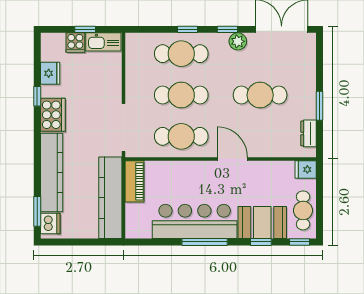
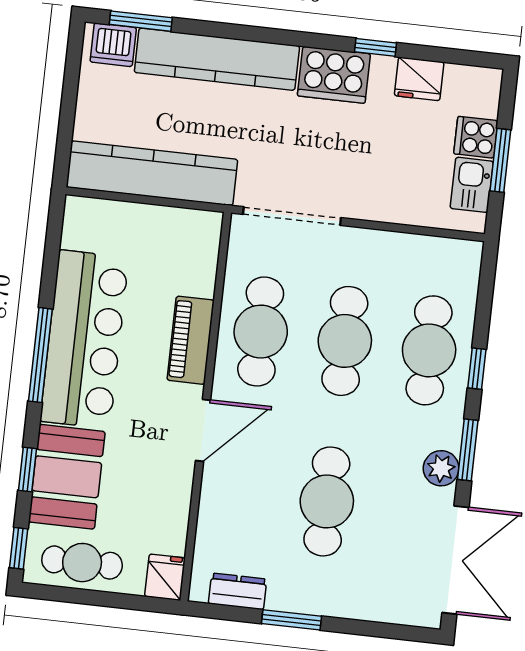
window: (85, 29) -> (500, 160), width x1.50
window: (227, 29) -> (468, 450), width x1.50
kitchen sink: (103, 42) -> (472, 185), width x0.73
piano: (134, 181) -> (191, 340), moved, turned 90

